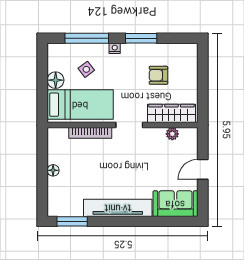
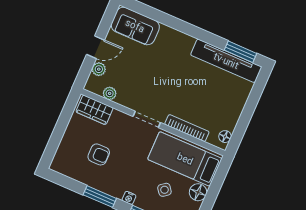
wardrobe: (171, 113) -> (94, 110), width x0.67
plant: (191, 151) -> (99, 69), added
floor lamp: (53, 170) -> (225, 137), moved
tv unit: (118, 208) -> (226, 61), moved

